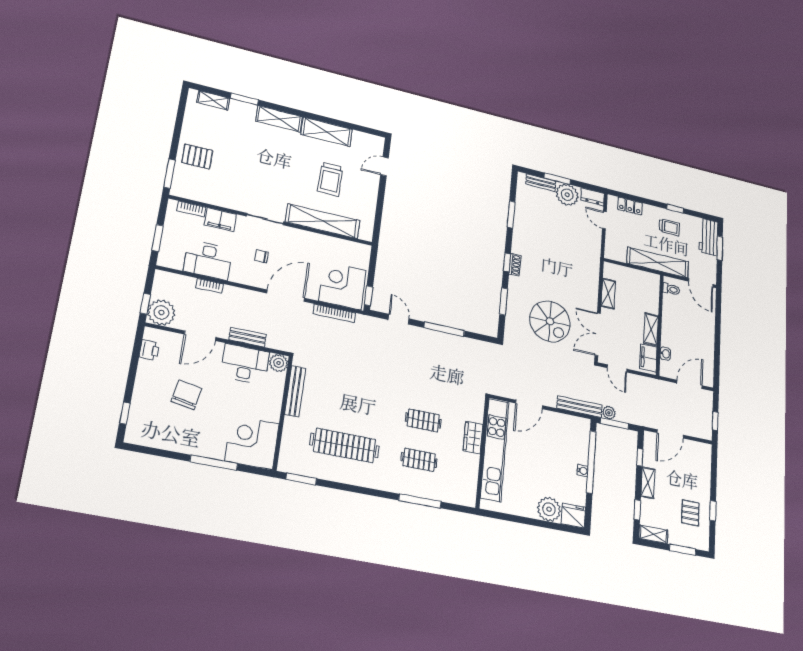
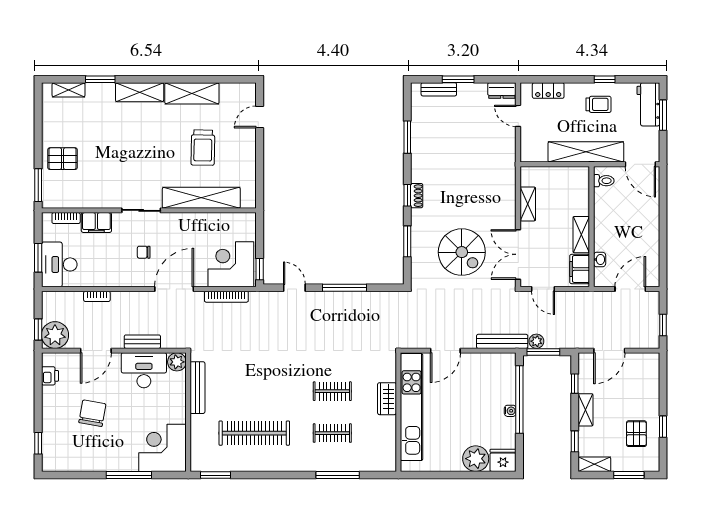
plant: (567, 195) -> (471, 96), removed
desk: (208, 260) -> (59, 264), moved, turned 90

